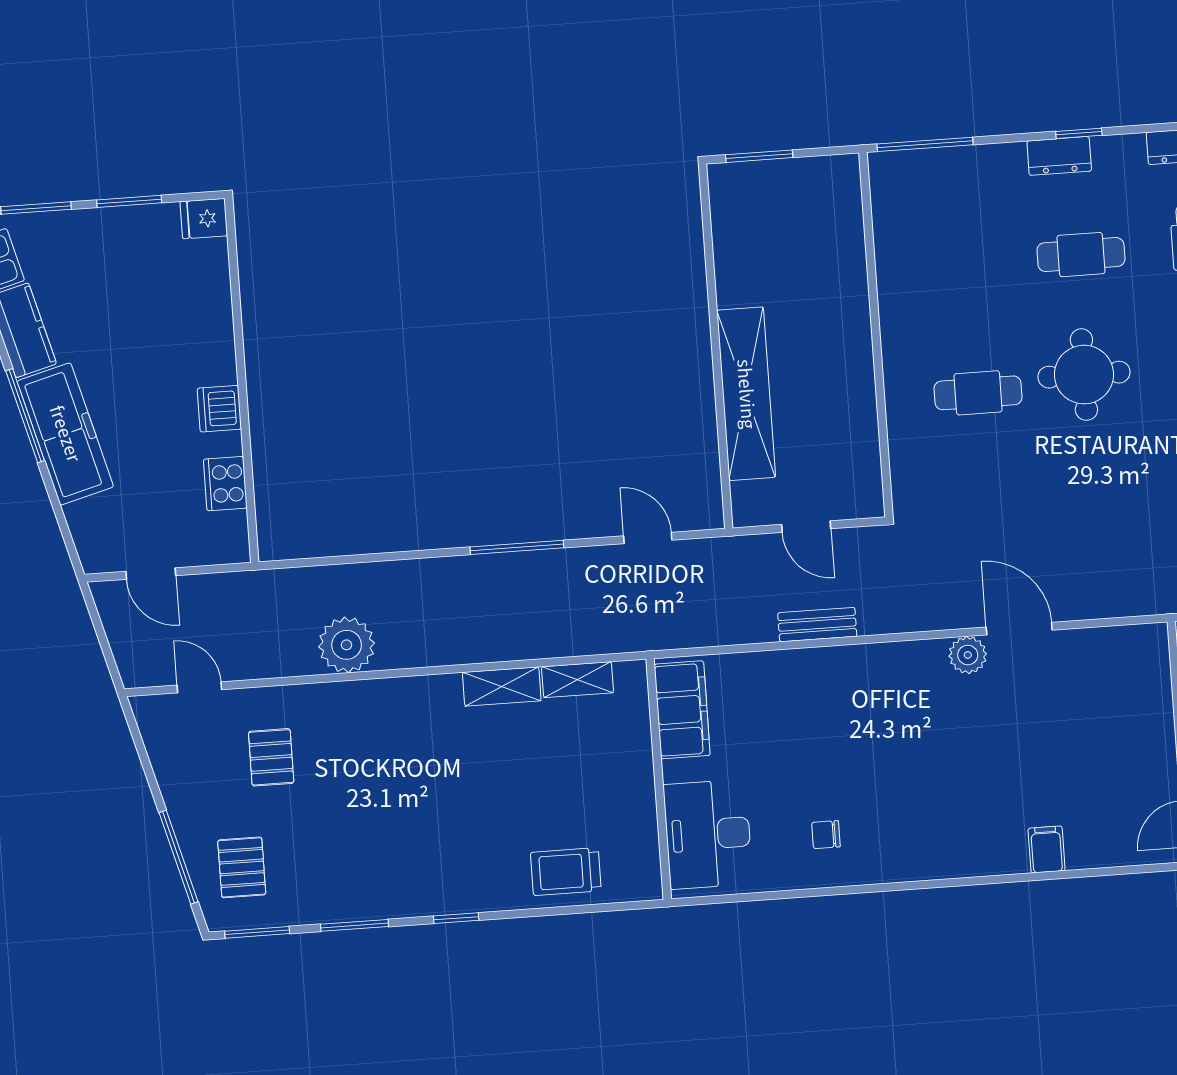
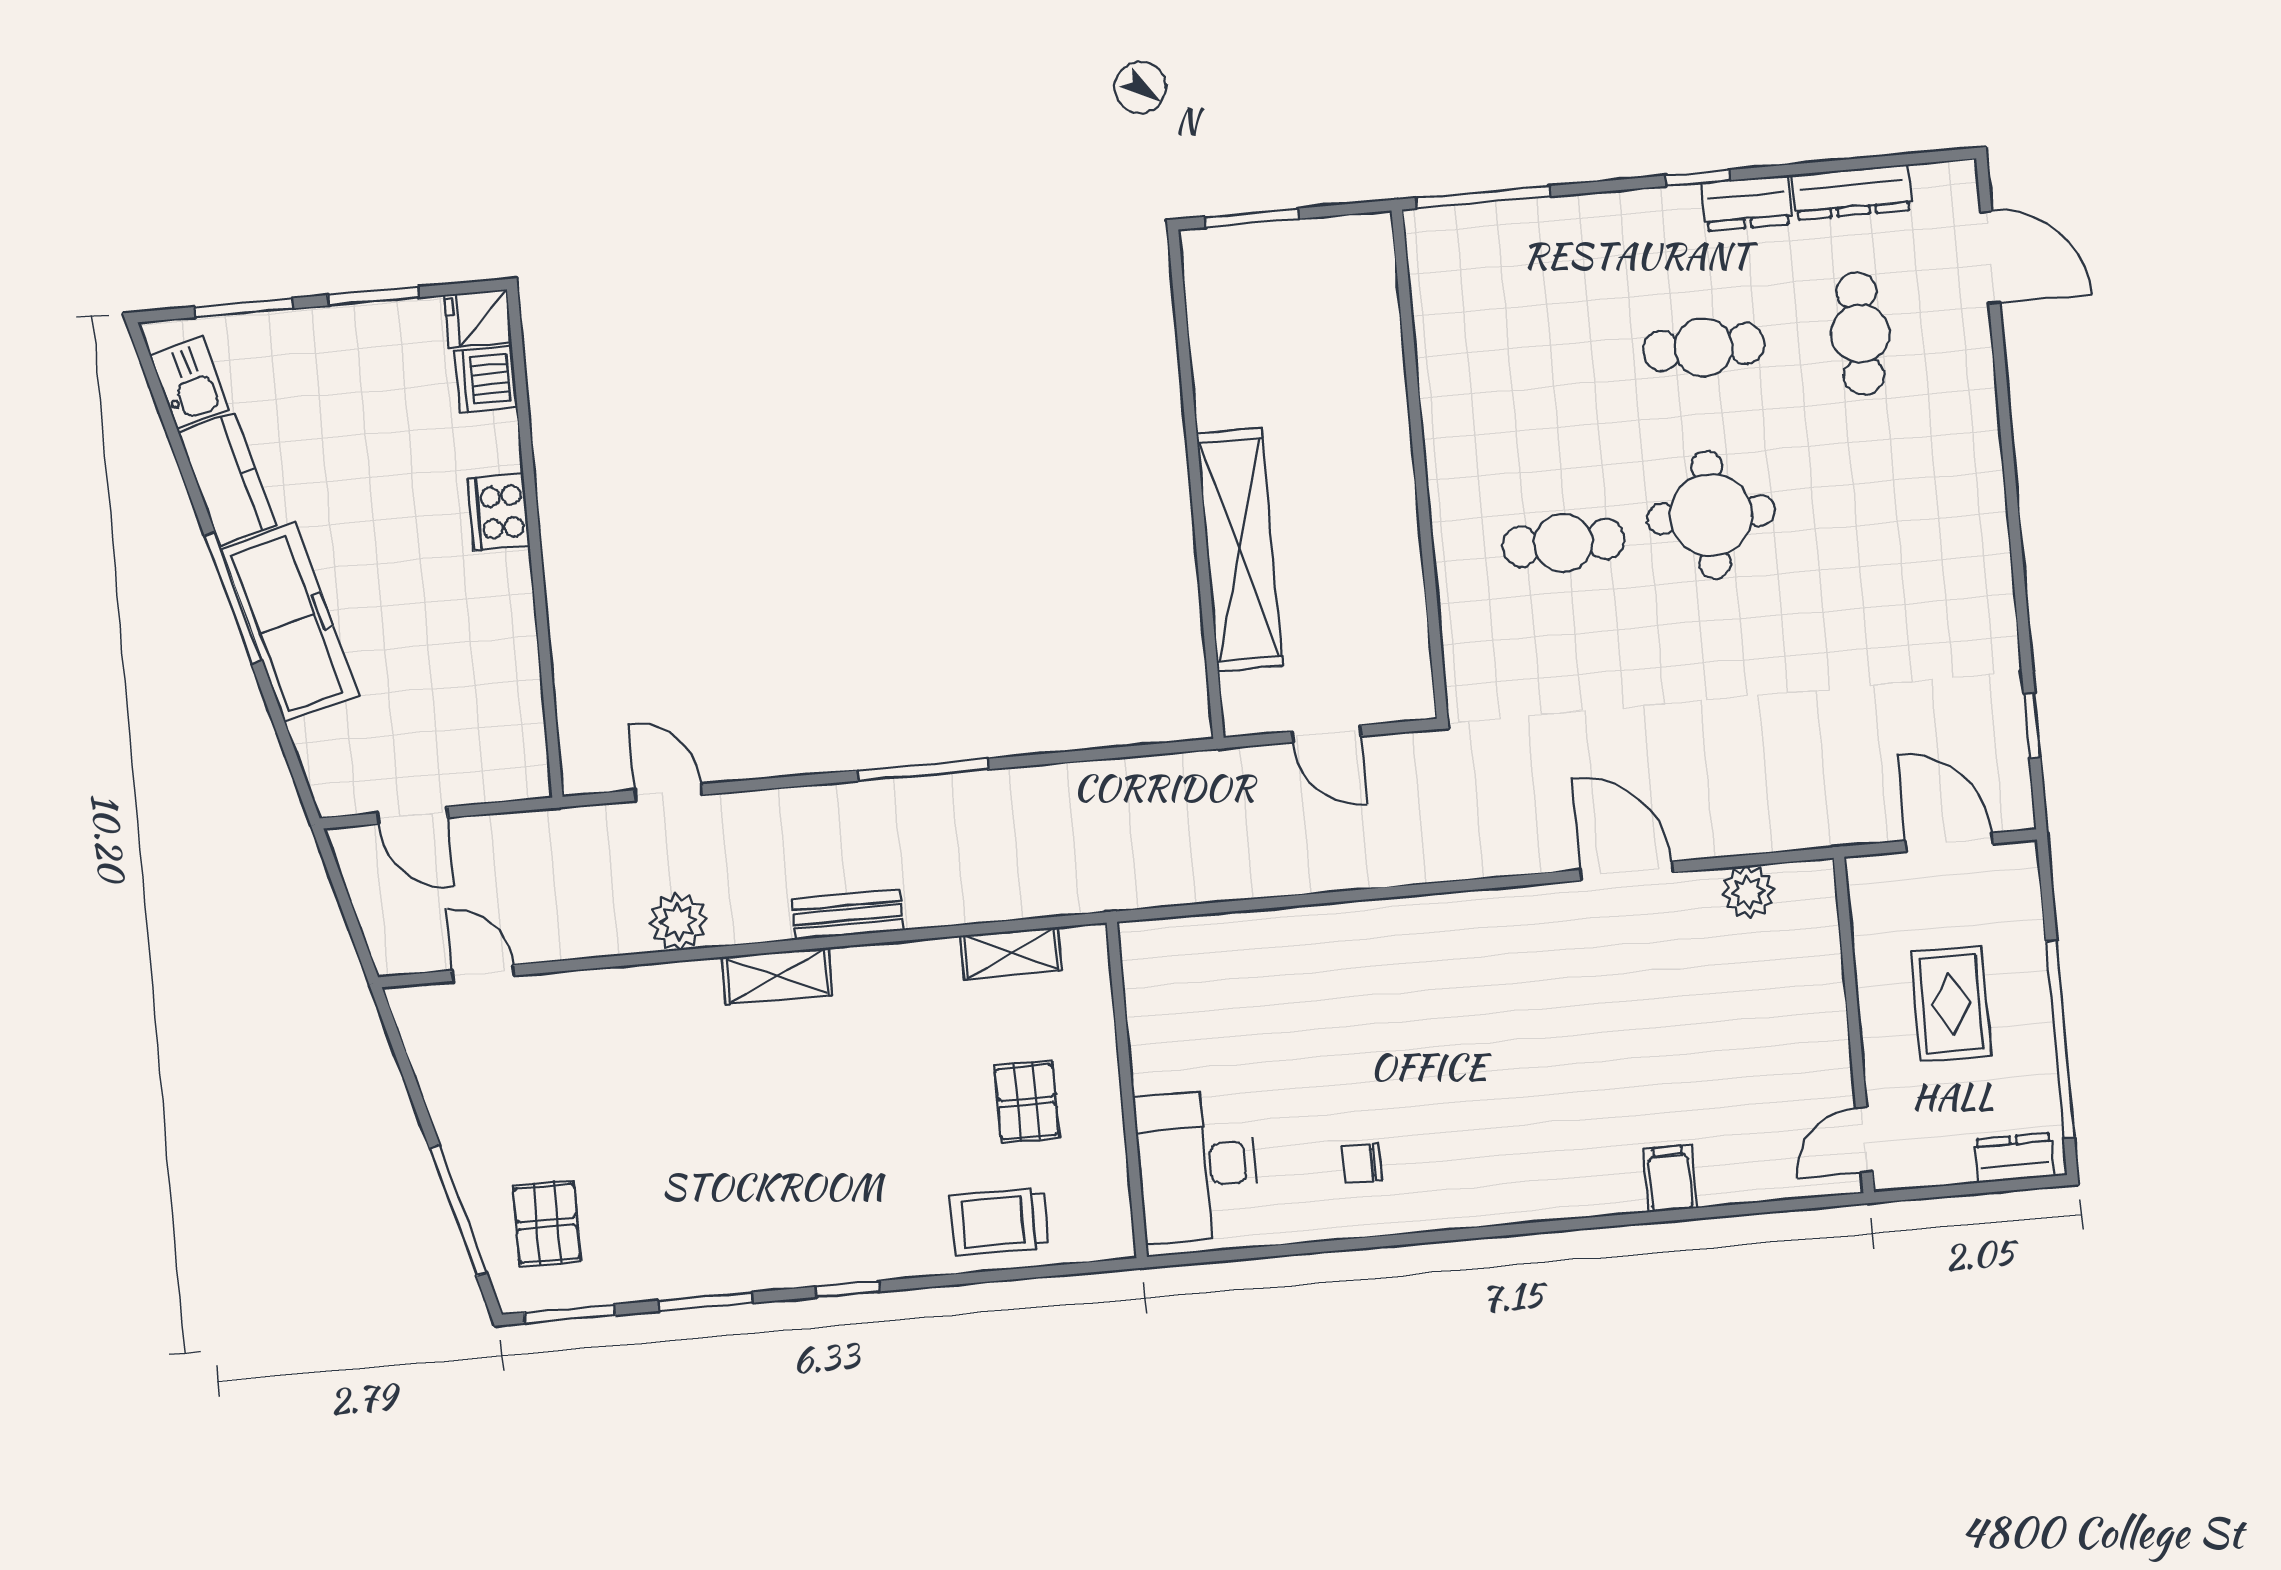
dresser: (1059, 156) -> (1746, 203), moved
dishwasher: (219, 409) -> (486, 379), moved
cooker: (225, 484) -> (499, 512), moved
door: (648, 538) -> (668, 793), moved
bench: (817, 625) -> (848, 915), moved
plant: (347, 645) -> (678, 922), width x0.73, depth x0.73
plant: (968, 655) -> (1748, 892), moved
shelving: (502, 687) -> (777, 976), moved
filing cabinet: (682, 710) -> (1158, 993), removed
pallet: (271, 757) -> (1027, 1102), moved

